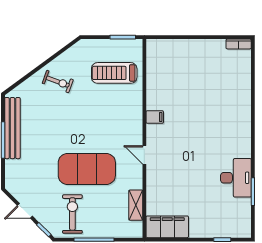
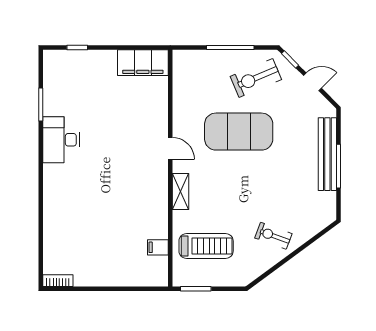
filing cabinet: (155, 117) -> (158, 247), moved
bench: (12, 128) -> (327, 154), moved
desk: (236, 178) -> (61, 140), moved
shelving: (136, 205) -> (180, 192), moved
exercise bike: (72, 214) -> (256, 78), turned 67

